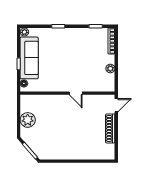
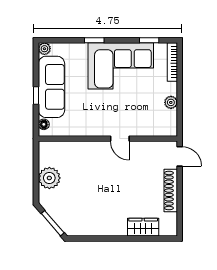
corner sofa: (76, 44) -> (121, 66), added
door: (116, 105) -> (180, 156), hinge flipped
wardrobe: (91, 153) -> (143, 227), added

